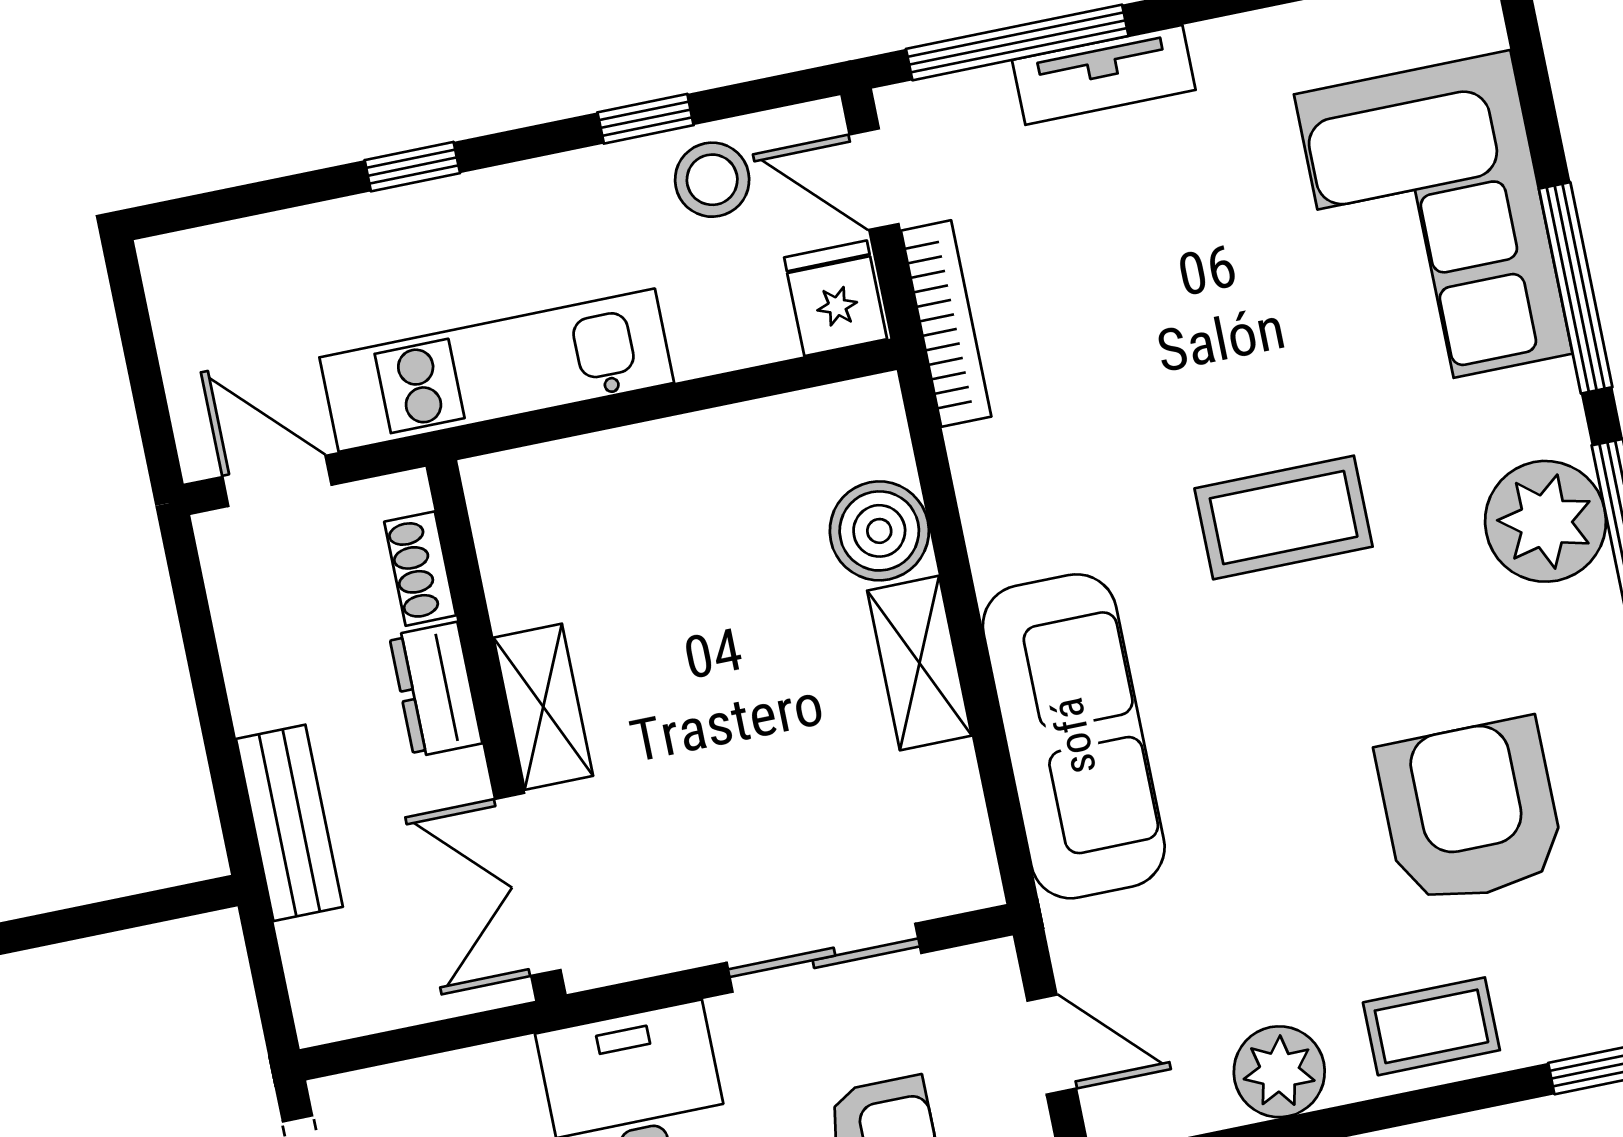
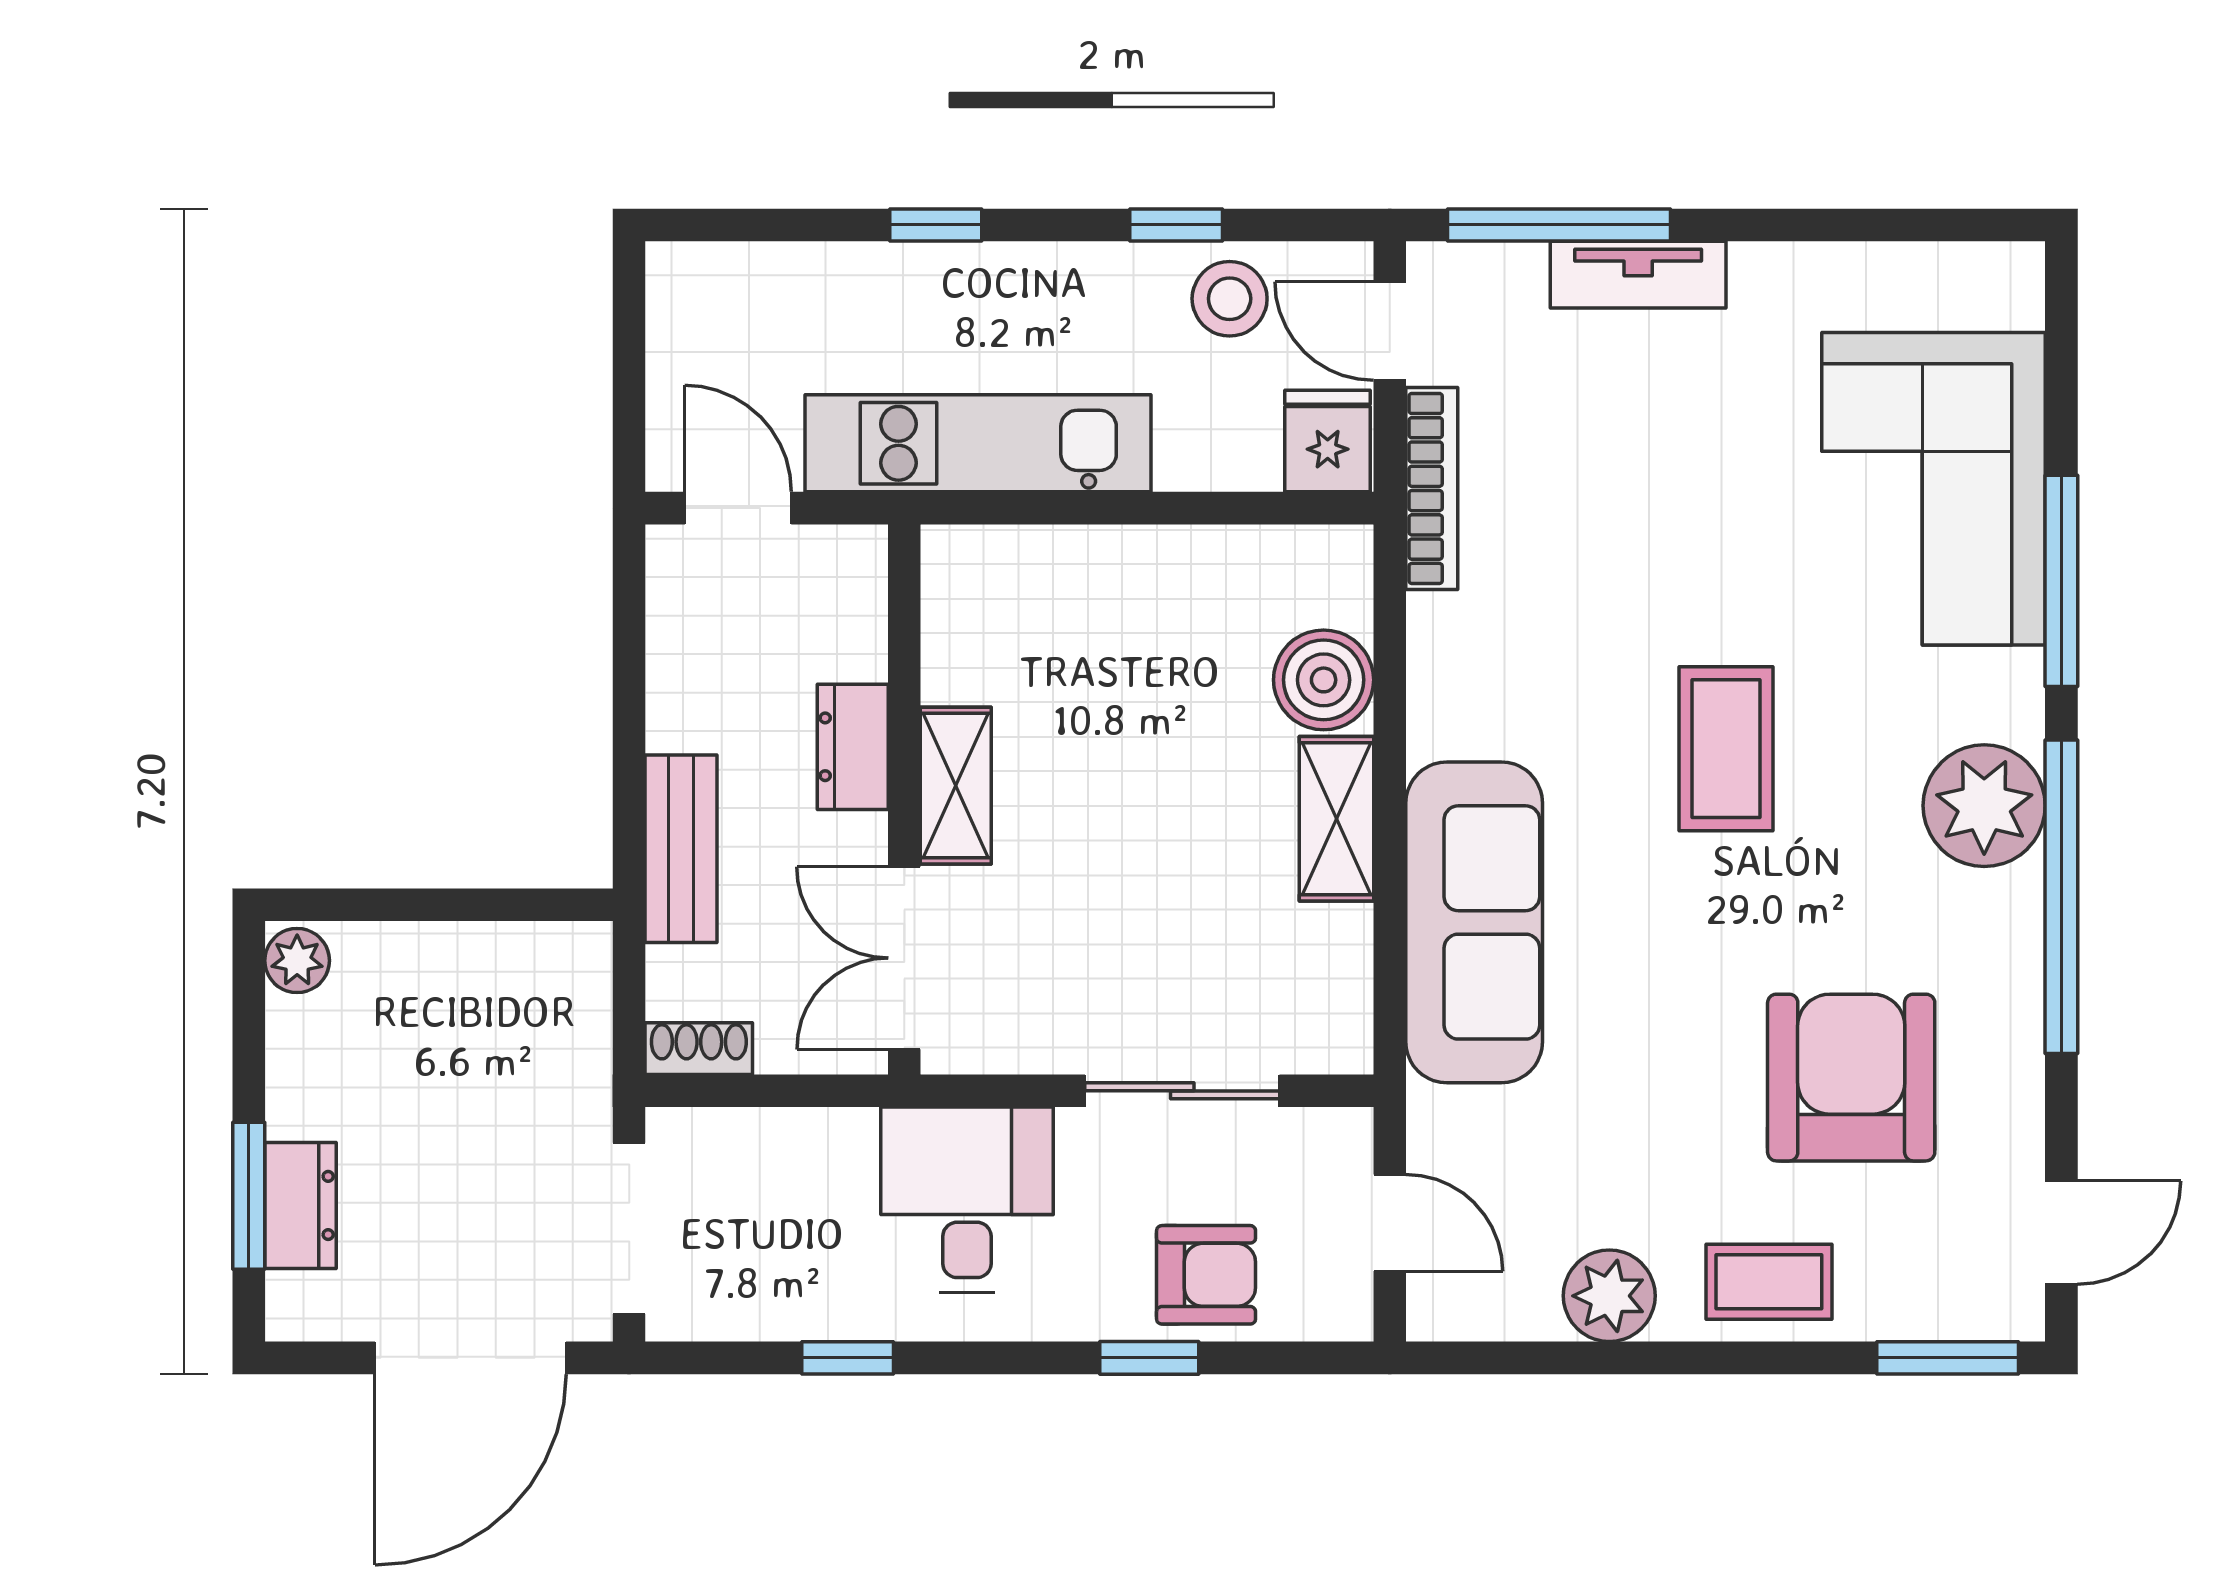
coffee table: (1284, 518) -> (1726, 749), turned 90
shoe rack: (420, 569) -> (699, 1049), moved, turned 90

